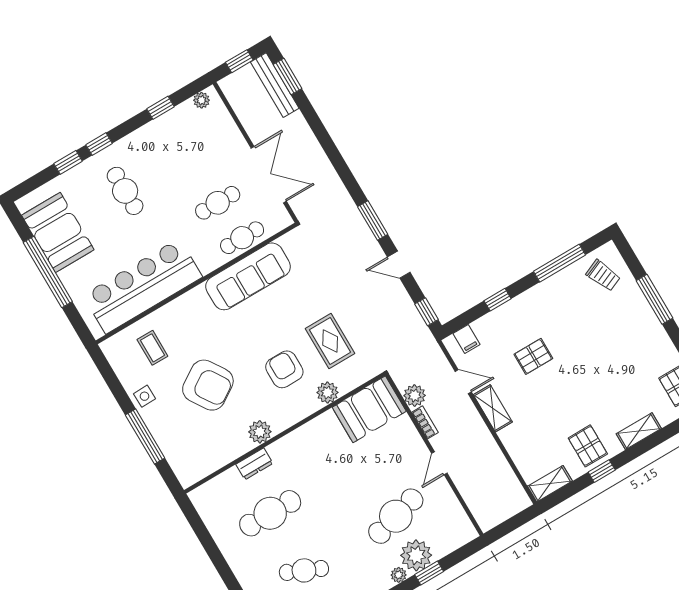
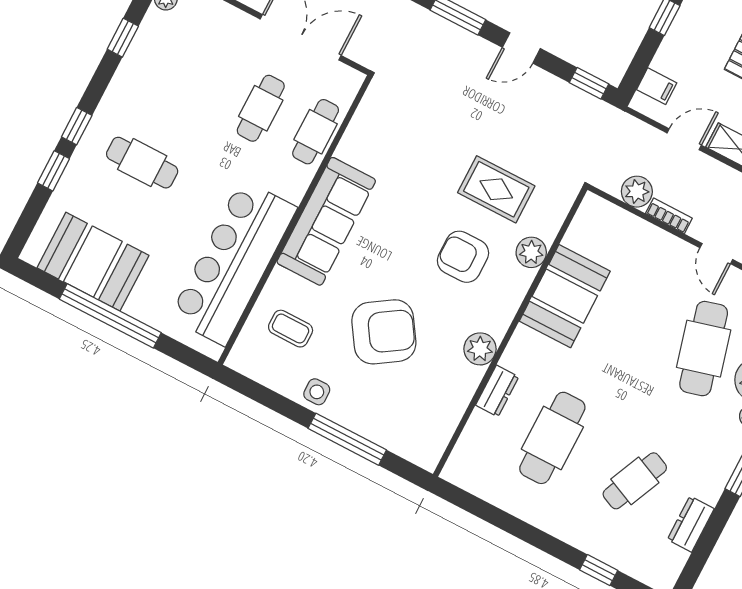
sofa: (248, 276) -> (326, 221), moved
booth: (369, 409) -> (565, 296), moved

